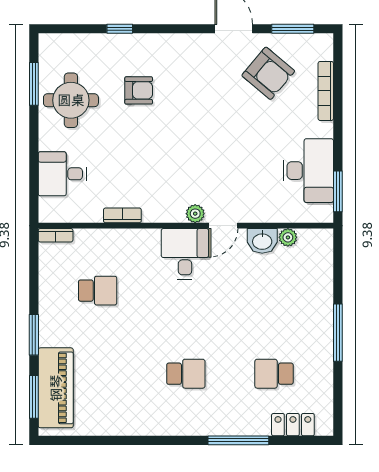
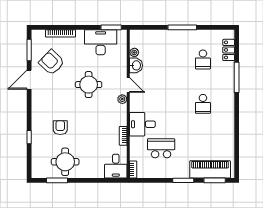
armchair: (268, 73) -> (52, 62), turned -86
round table: (224, 147) -> (89, 85), added
desk: (62, 174) -> (116, 166), moved
desk: (185, 254) -> (142, 124), moved
school desk: (98, 291) -> (161, 148), width x1.85
school desk: (186, 374) -> (203, 104), turned 180

